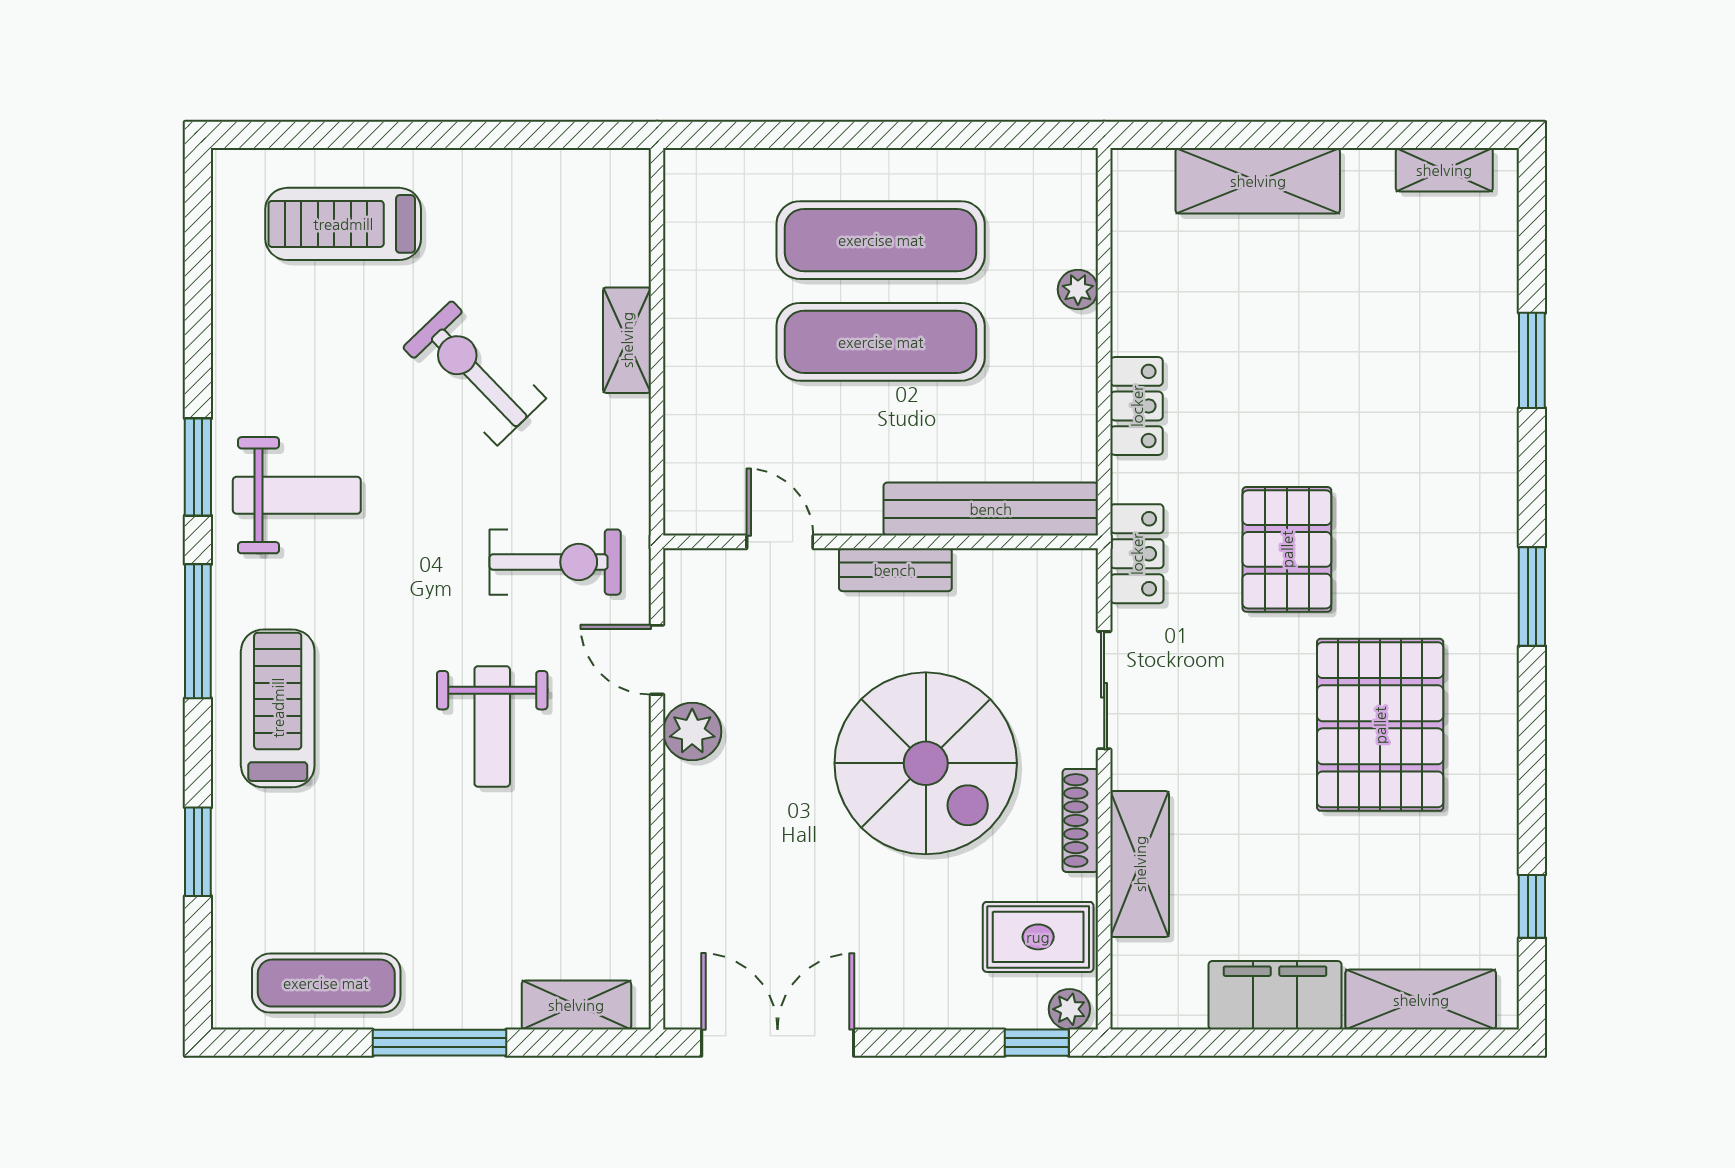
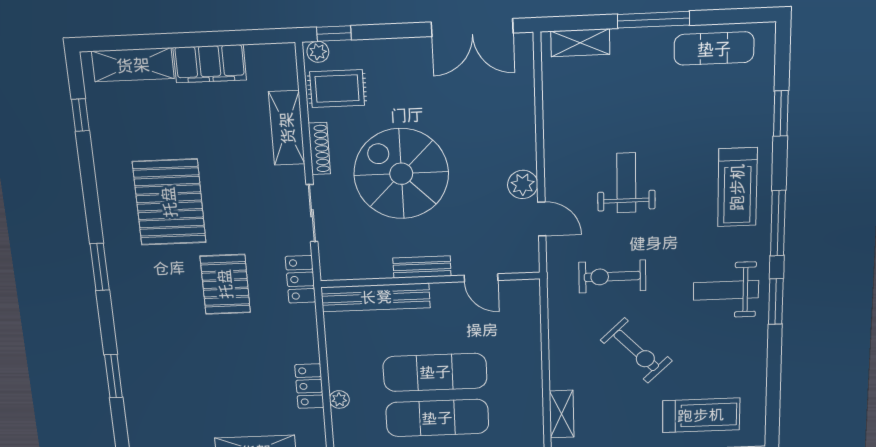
shelving: (627, 340) -> (562, 414), moved
locker: (1137, 406) -> (309, 386), moved
exercise bike: (555, 562) -> (612, 276), moved

